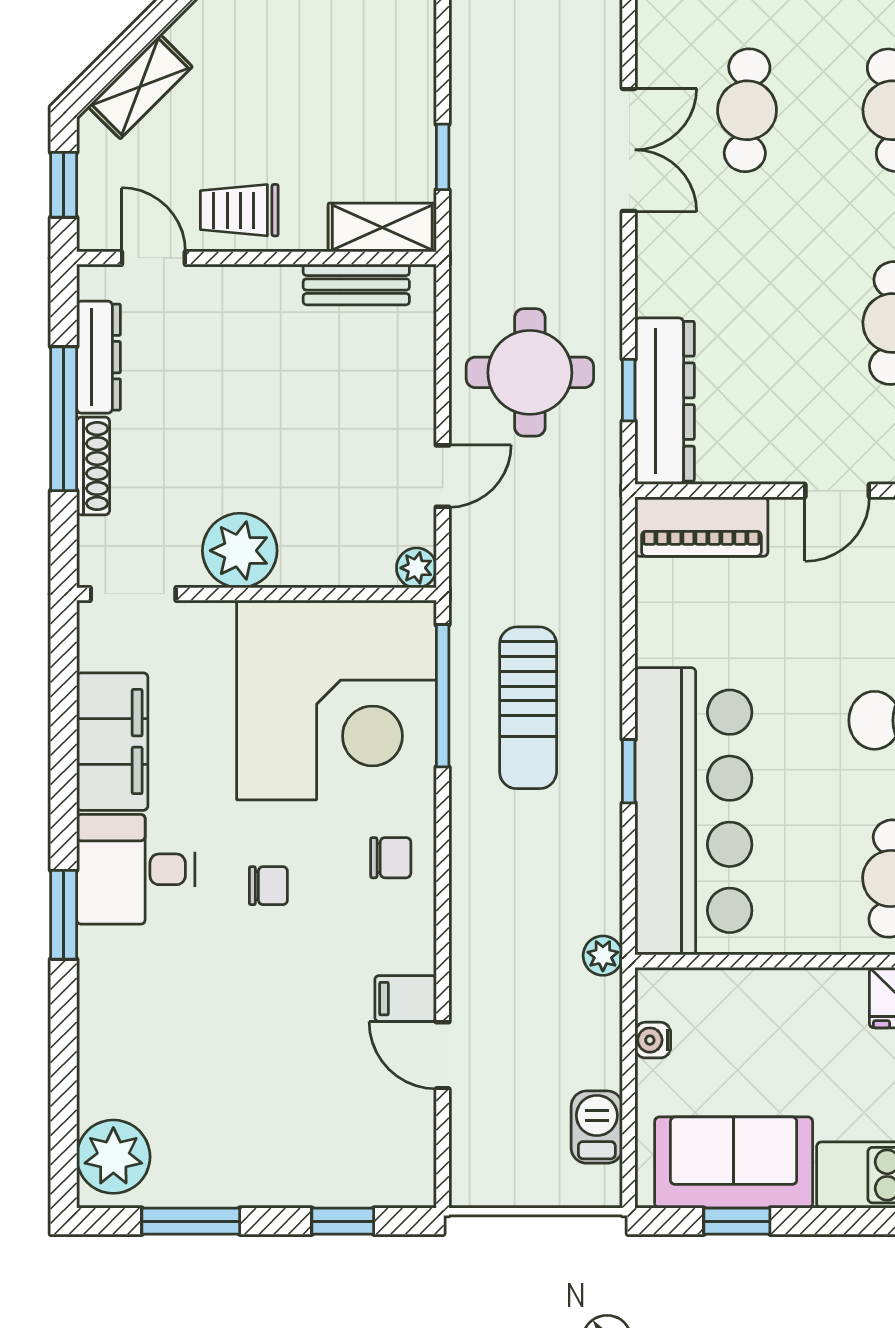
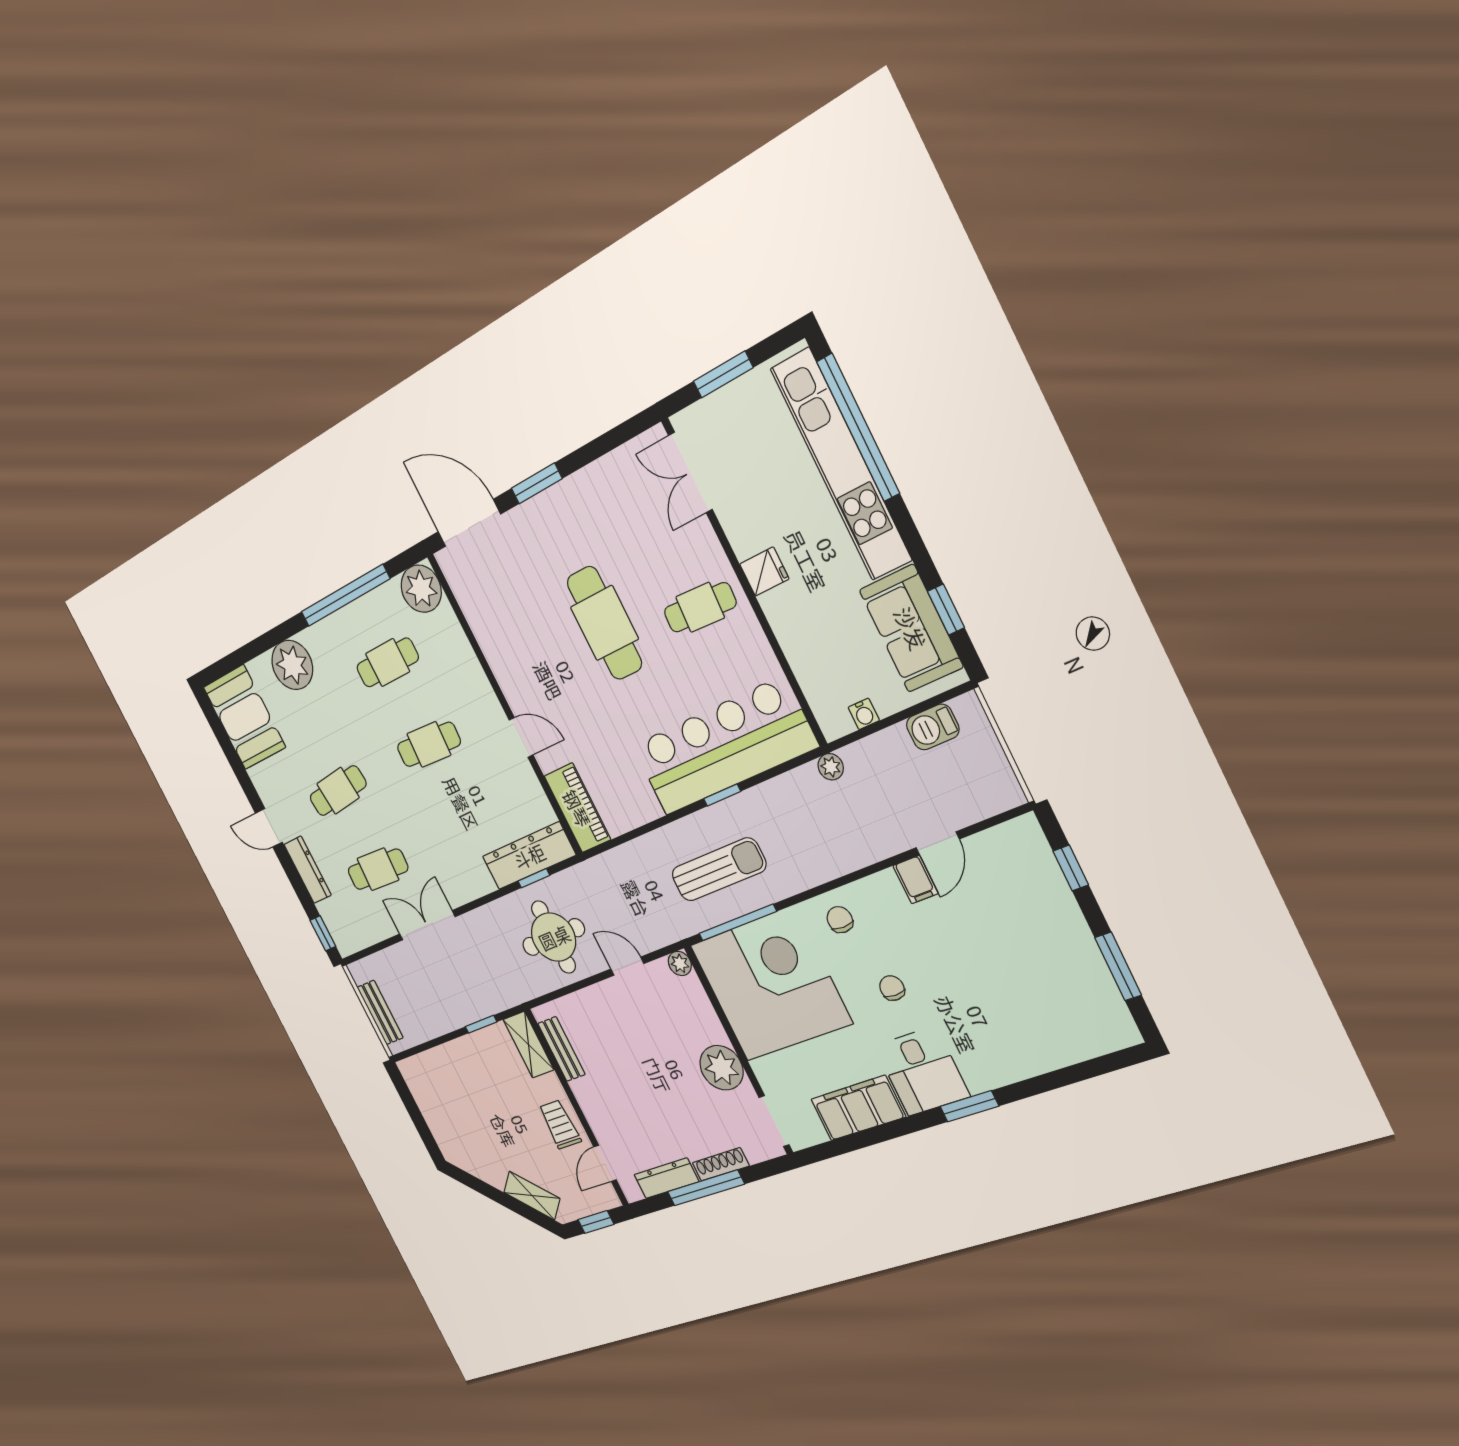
trolley: (239, 210) -> (560, 1124), turned 180
plant: (113, 1157) -> (1101, 1029), removed

